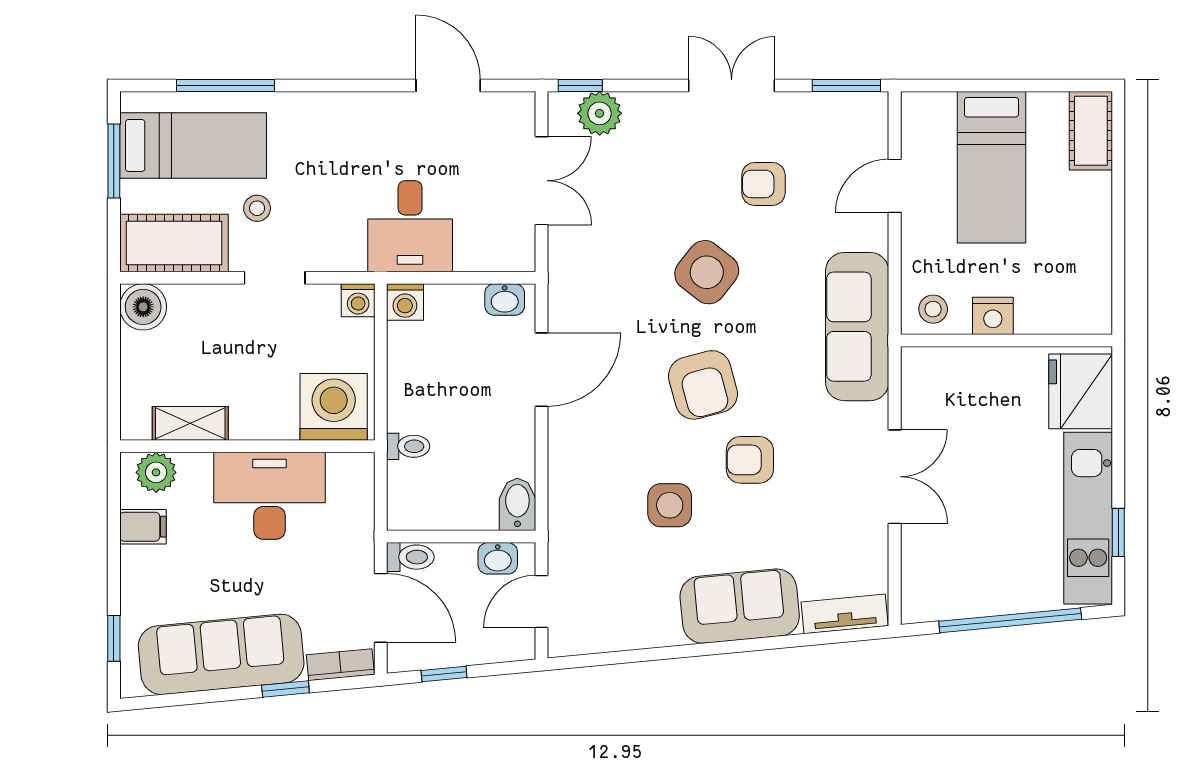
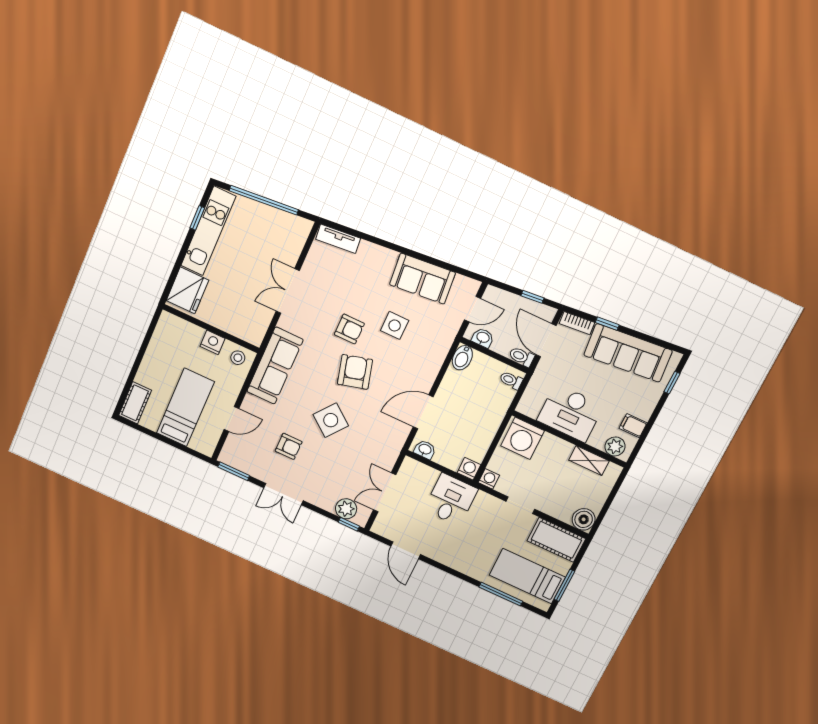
stool: (257, 208) -> (513, 538), removed
toilet: (408, 446) -> (511, 380), moved
sofa: (740, 606) -> (422, 279), moved

